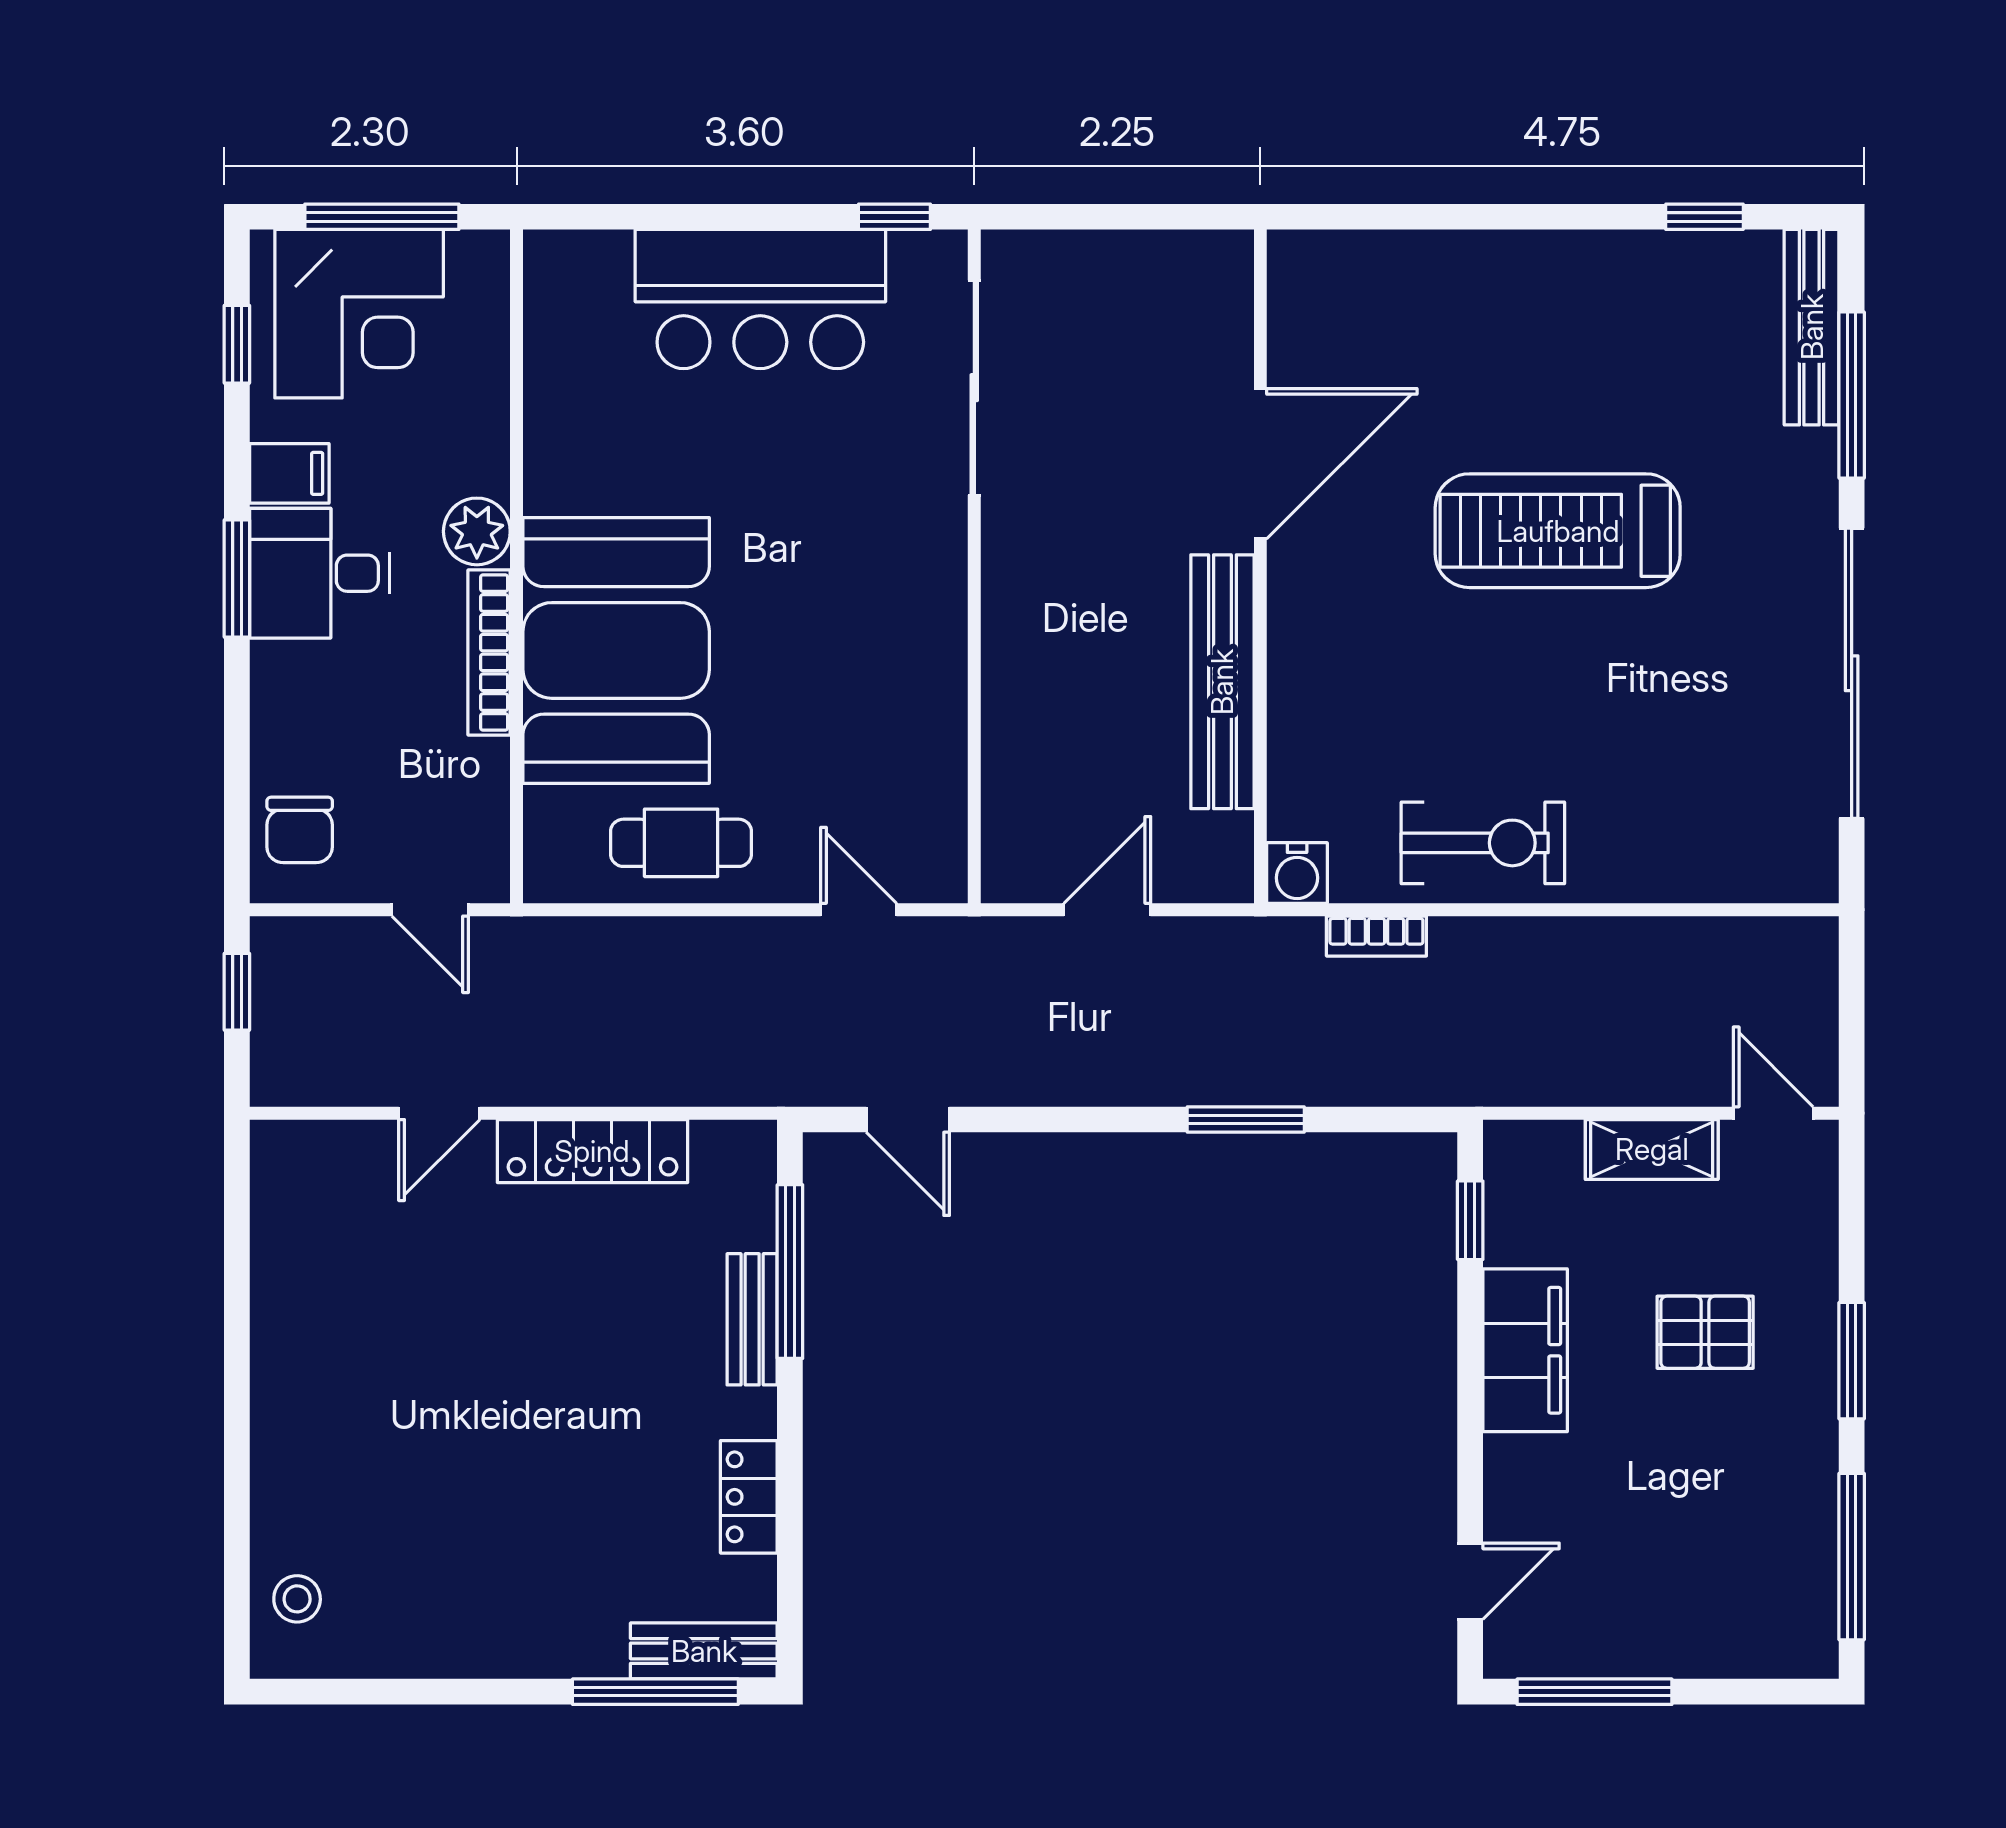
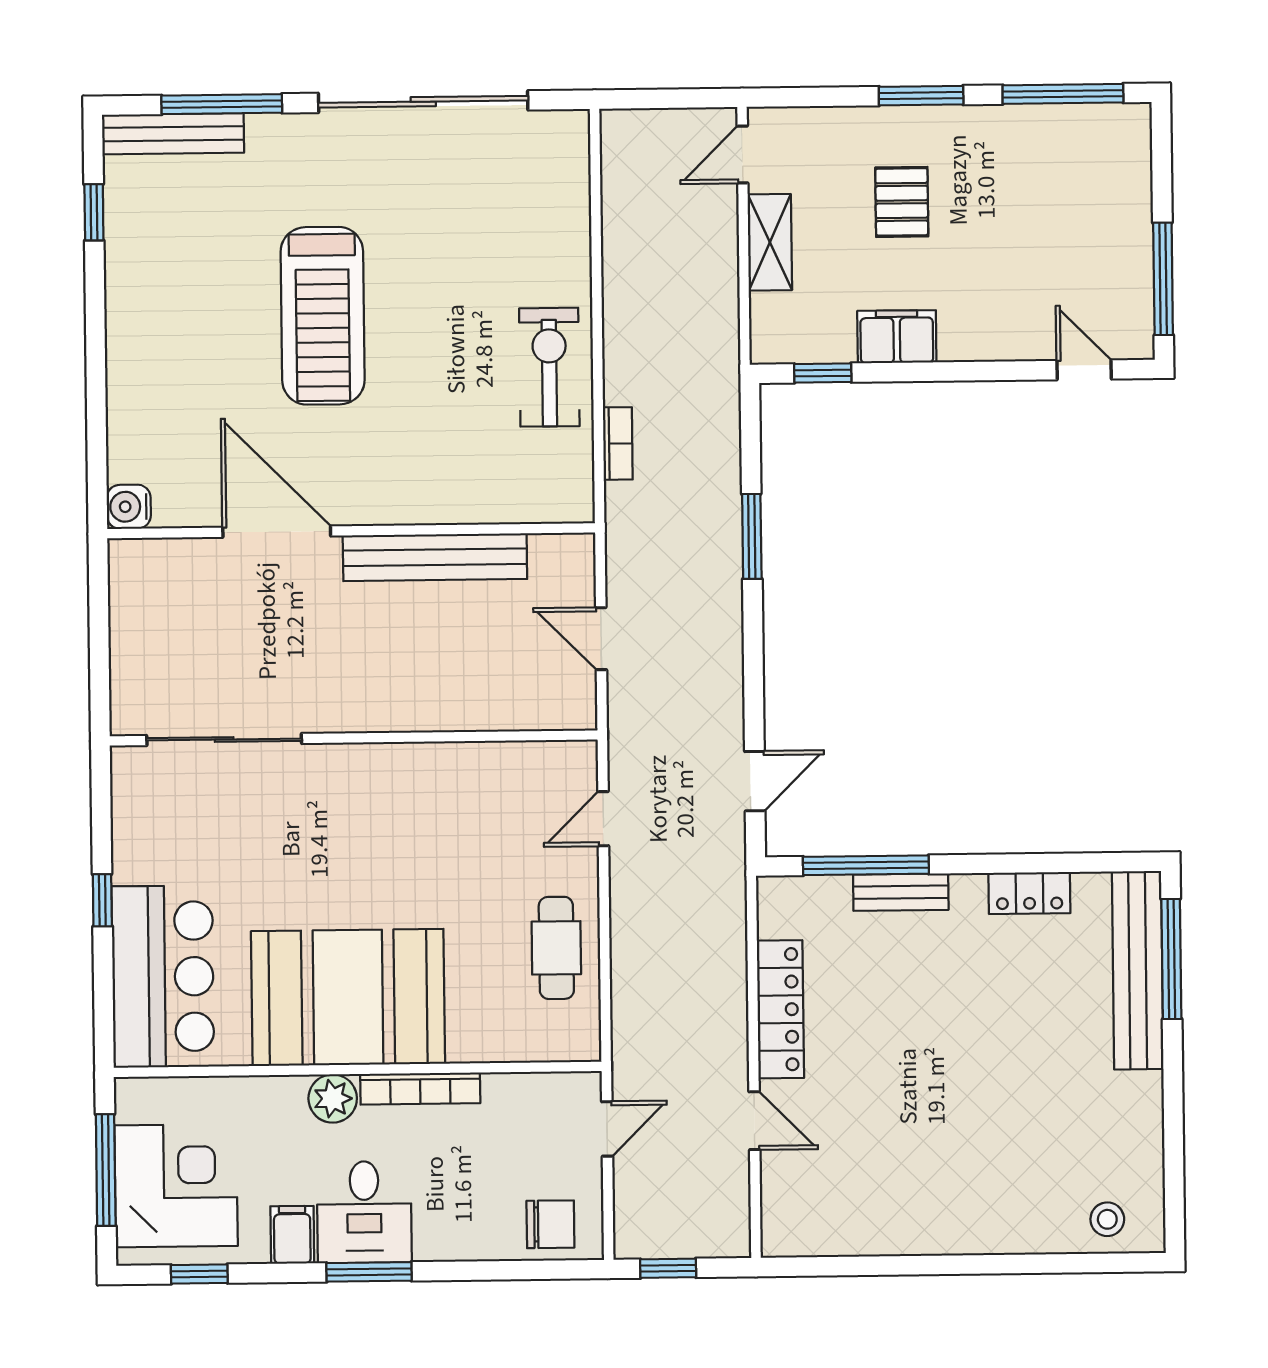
window: (894, 217) -> (102, 900), moved
bar counter: (760, 299) -> (163, 977), moved
booth: (616, 650) -> (348, 997), moved
water cooler: (1297, 873) -> (129, 507), moved, turned 180
filing cabinet: (1525, 1350) -> (897, 337), width x0.67, depth x0.86
bench: (704, 1651) -> (1138, 970), width x1.86, depth x1.21

